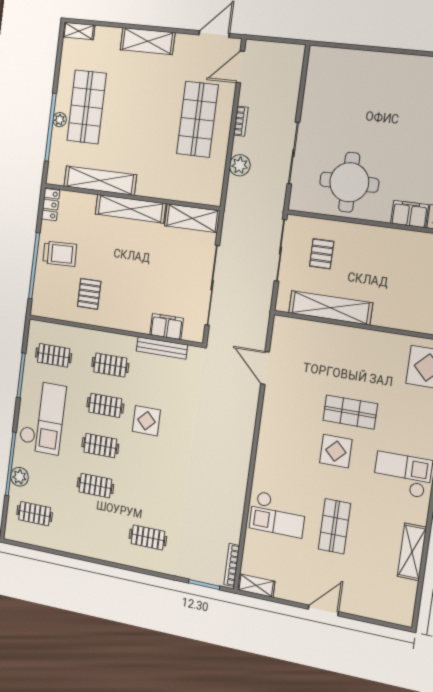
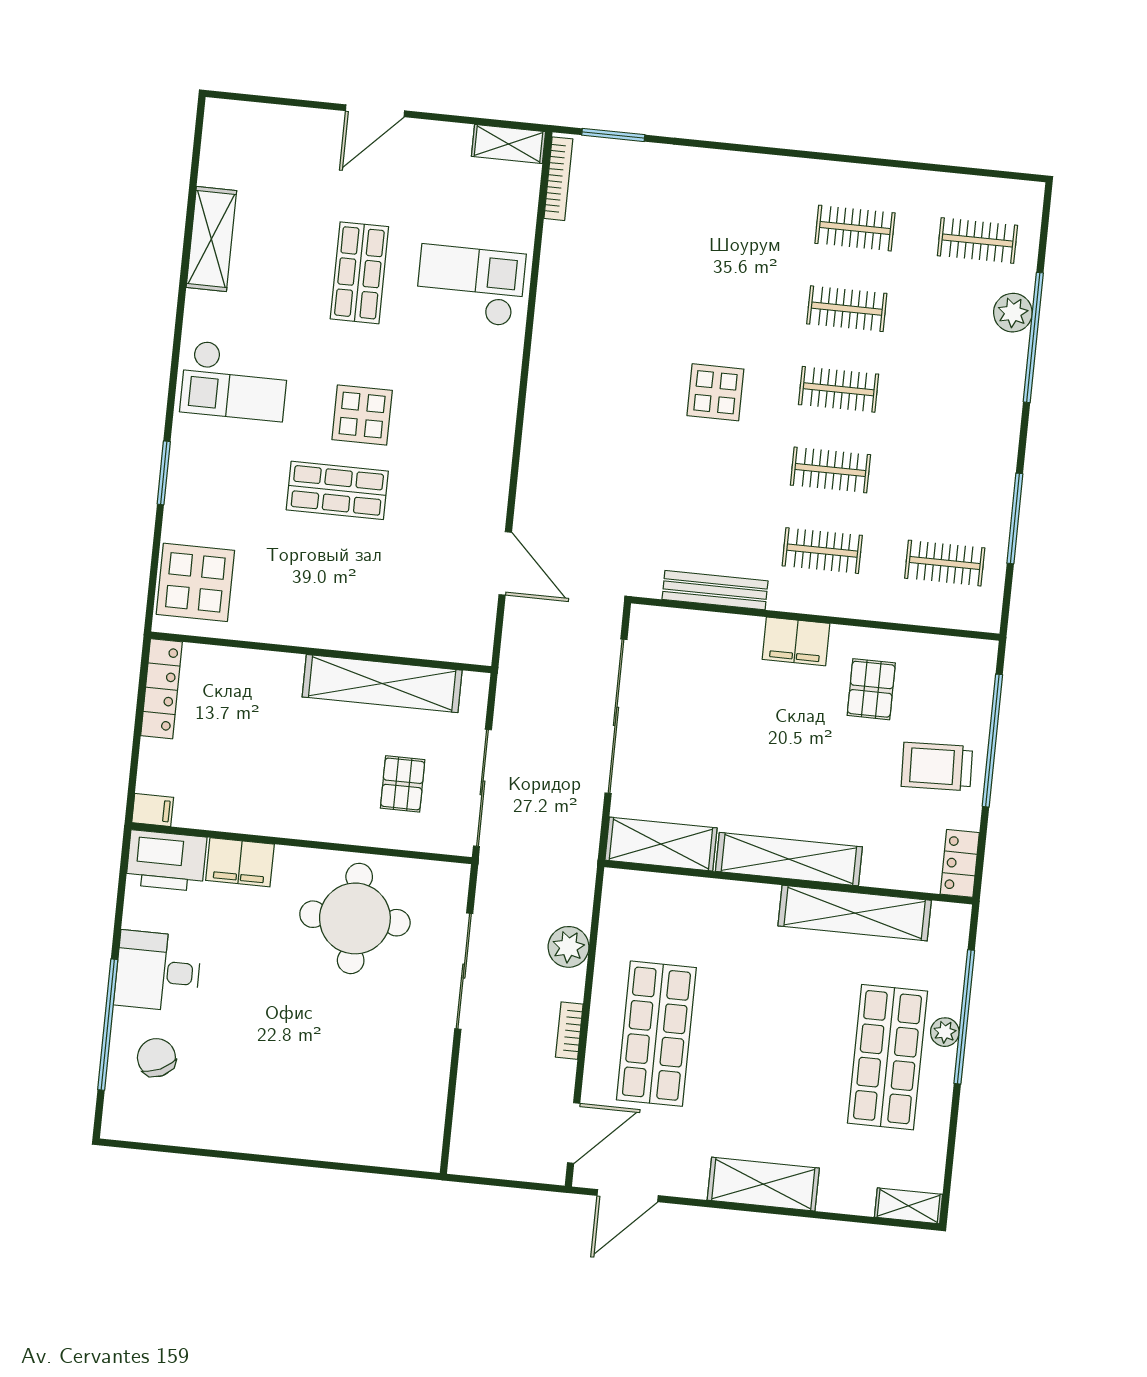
filing cabinet: (167, 327) -> (796, 641), moved
checkout: (42, 417) -> (965, 437), removed
display table: (146, 421) -> (715, 392), moved
clothes rail: (148, 537) -> (855, 228), moved

